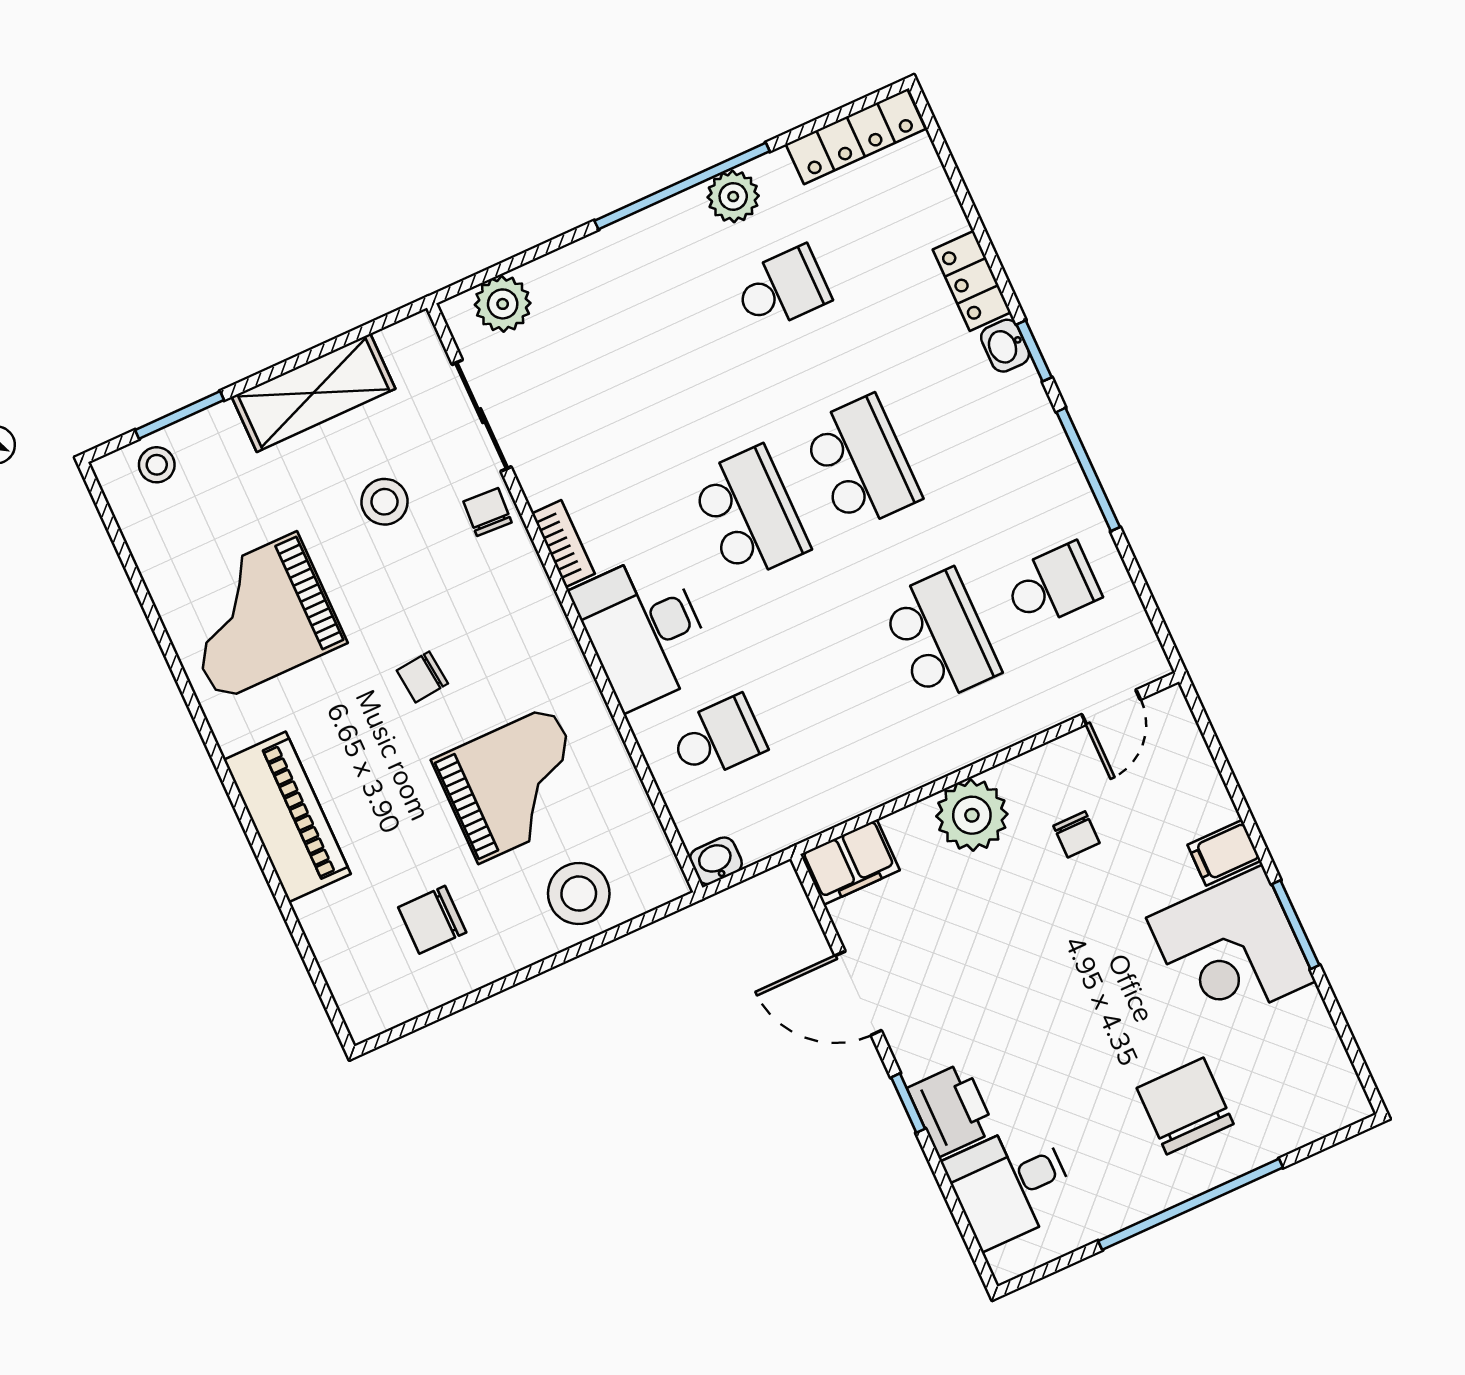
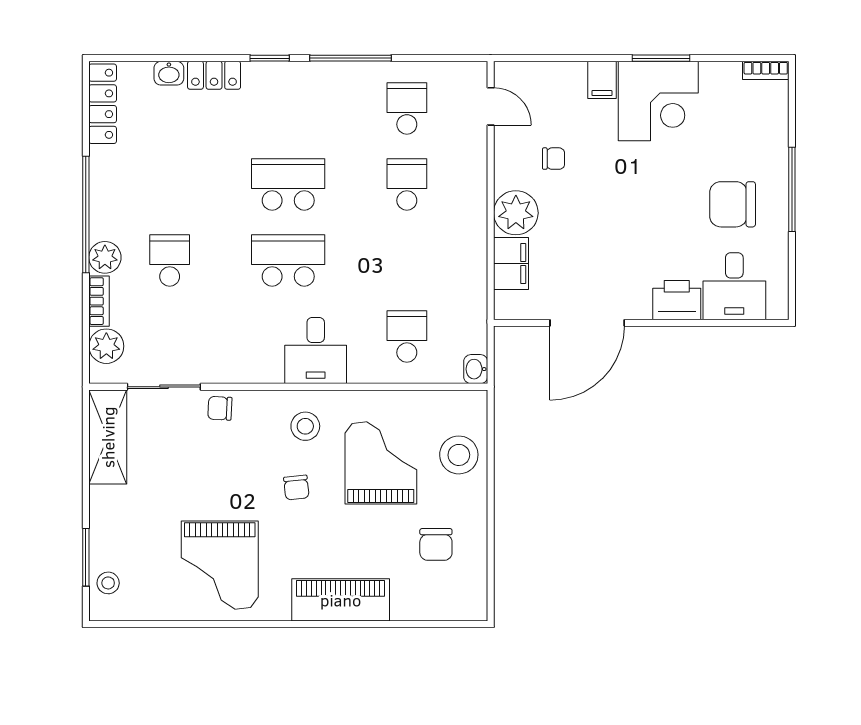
plant: (733, 197) -> (105, 257), moved
school desk: (782, 289) -> (170, 260), moved
washbasin: (1005, 346) -> (169, 73), moved
shelving: (314, 393) -> (108, 437), moved
stool: (385, 502) -> (305, 426), moved
bookcase: (563, 544) -> (99, 301), moved, turned 90
desk: (644, 631) -> (316, 351), width x0.73
school desk: (941, 636) -> (407, 184), width x0.54
filing cabinet: (850, 862) -> (511, 263), moved
door: (858, 993) -> (587, 323), width x1.36
bookcase: (1348, 1086) -> (766, 70), added
window: (908, 1103) -> (662, 323), removed
chair: (1185, 1106) -> (733, 204), moved
window: (1191, 1204) -> (792, 189), width x0.68

